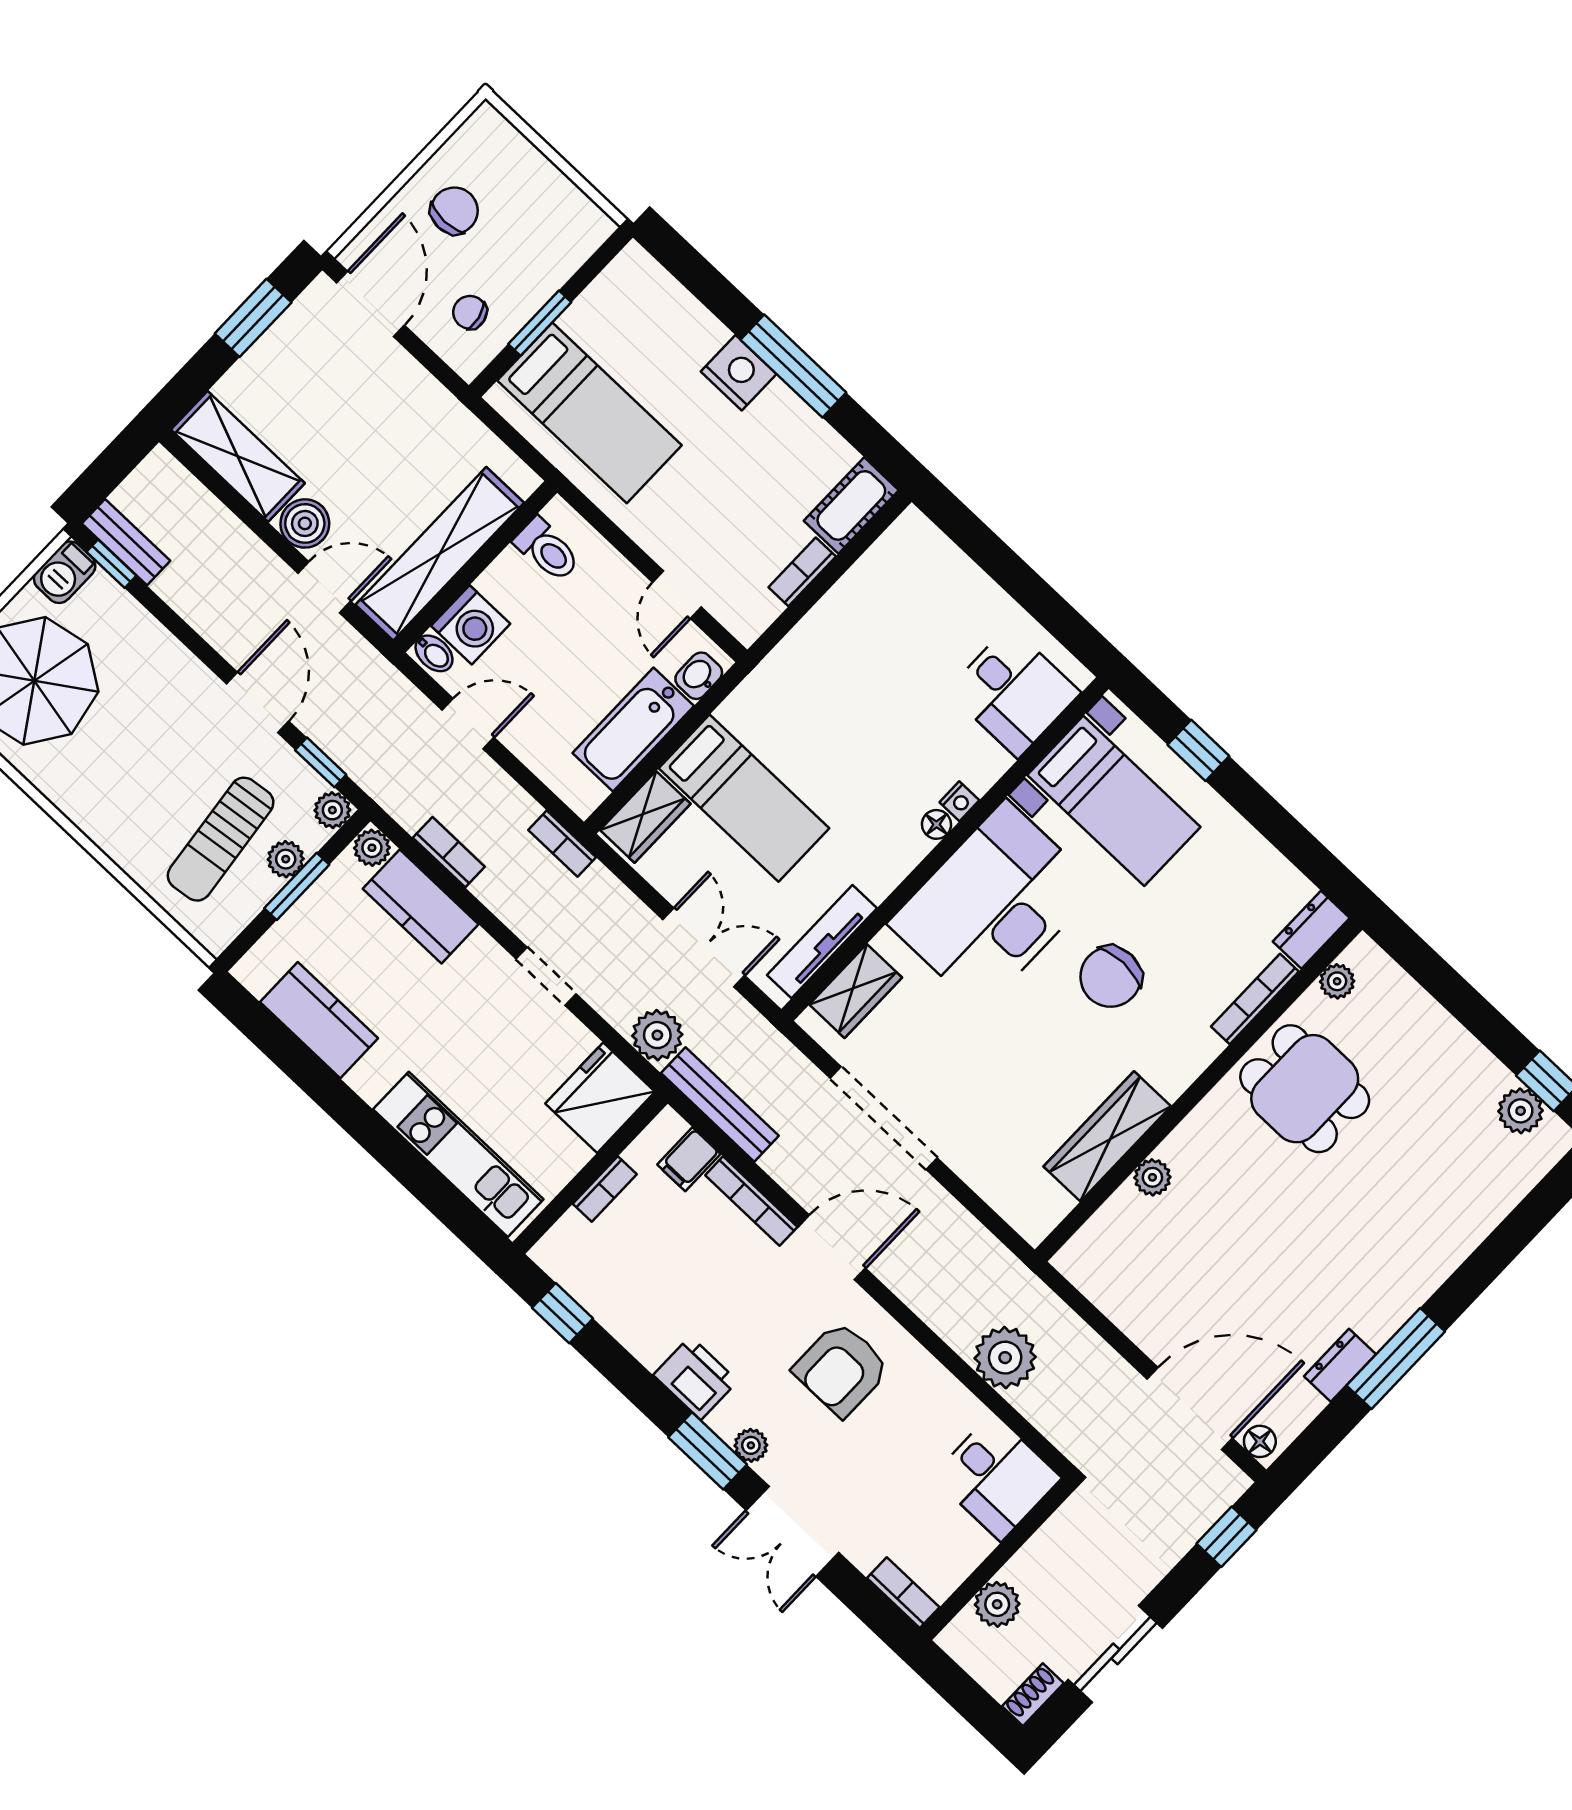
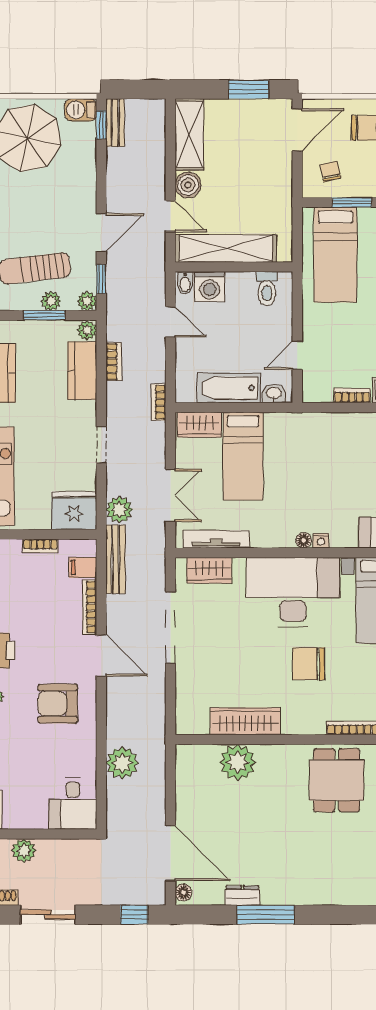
plant: (1152, 1177) -> (238, 762), width x1.88, depth x1.88

